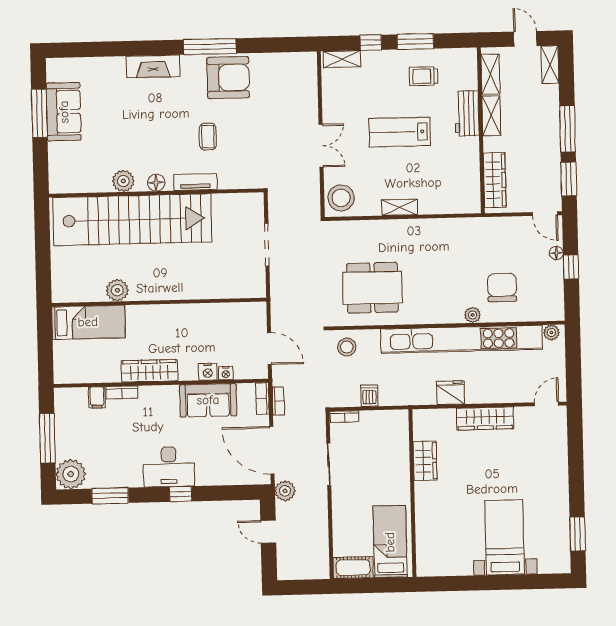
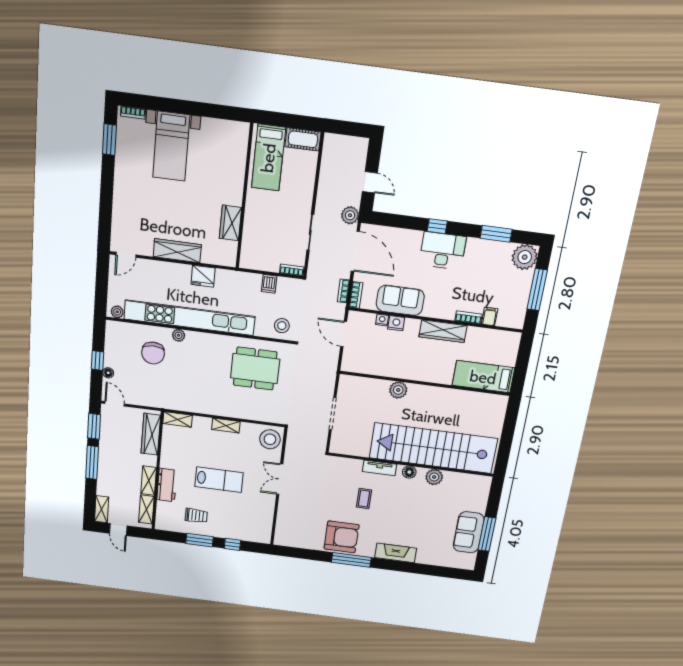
shelving: (342, 59) -> (178, 419), moved
armchair: (228, 78) -> (342, 537), turned 180
plant: (117, 290) -> (398, 390), moved
bookcase: (553, 568) -> (133, 113), added

